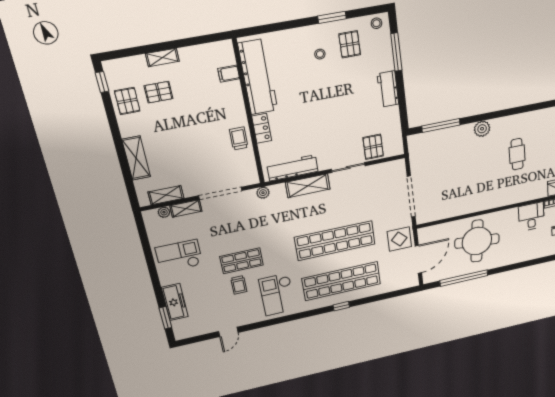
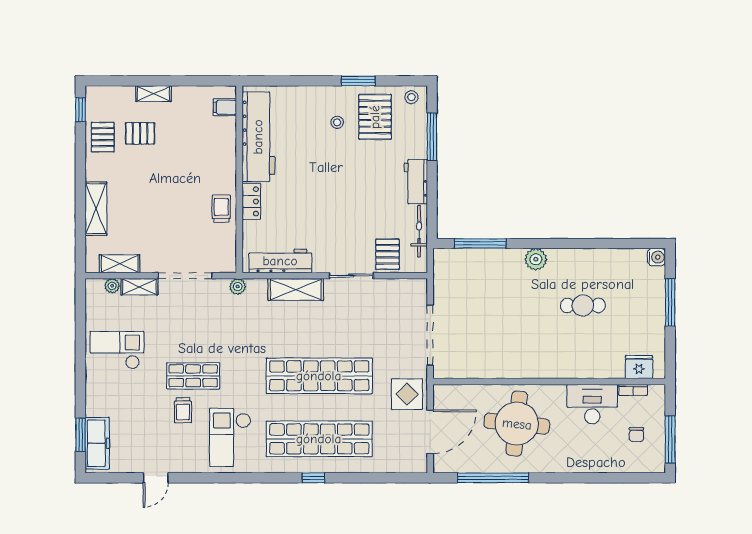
pallet: (350, 44) -> (375, 117), width x1.50, depth x1.42
filing cabinet: (229, 74) -> (225, 107), moved
bicycle: (395, 125) -> (419, 231), added
cafe table: (517, 154) -> (583, 305), turned 90
desk: (531, 217) -> (592, 404), width x1.37
freezer: (175, 302) -> (97, 443), moved

